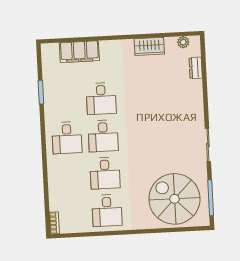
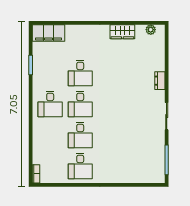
filing cabinet: (79, 52) -> (48, 33), moved
dresser: (196, 68) -> (160, 81), moved
spiral stairs: (174, 199) -> (137, 159), removed

